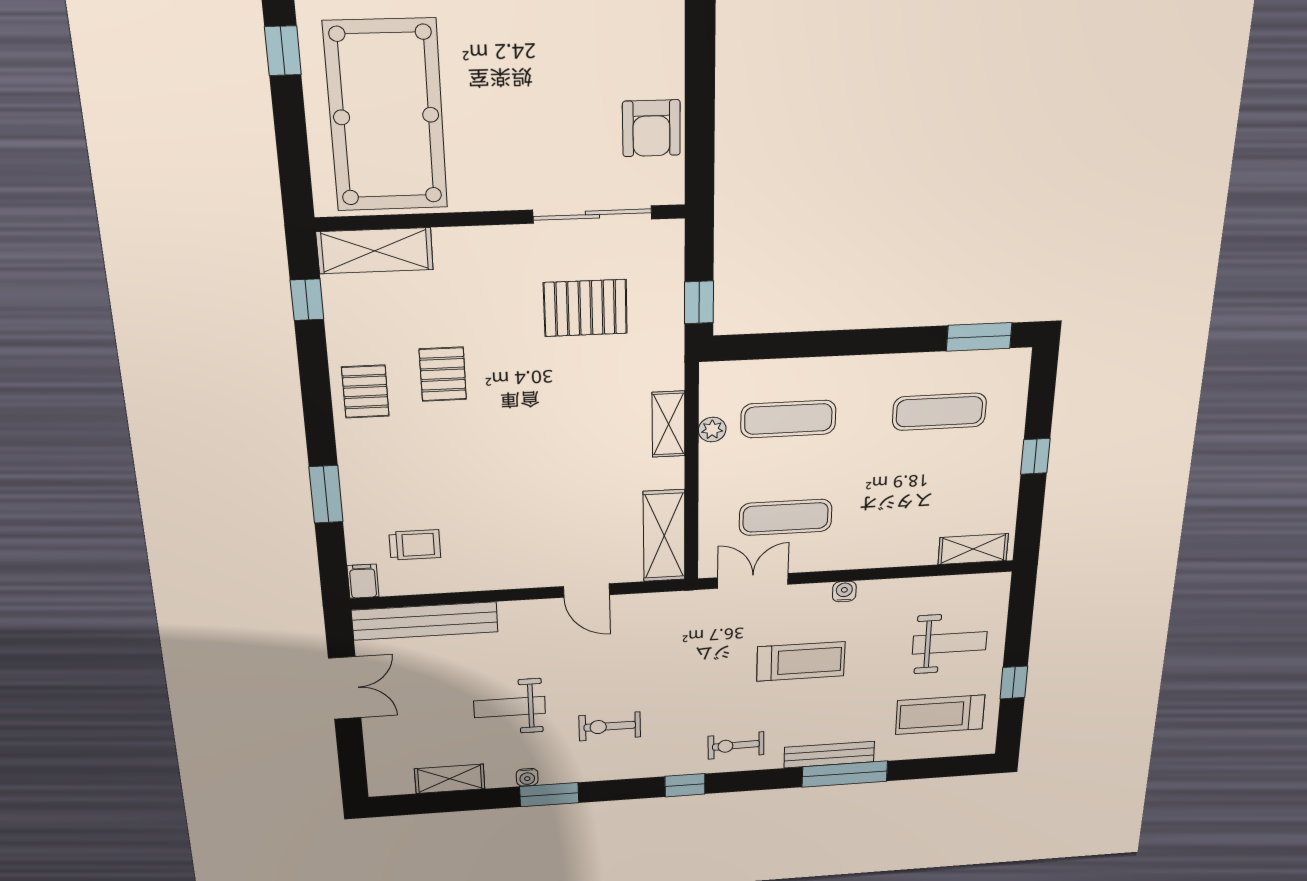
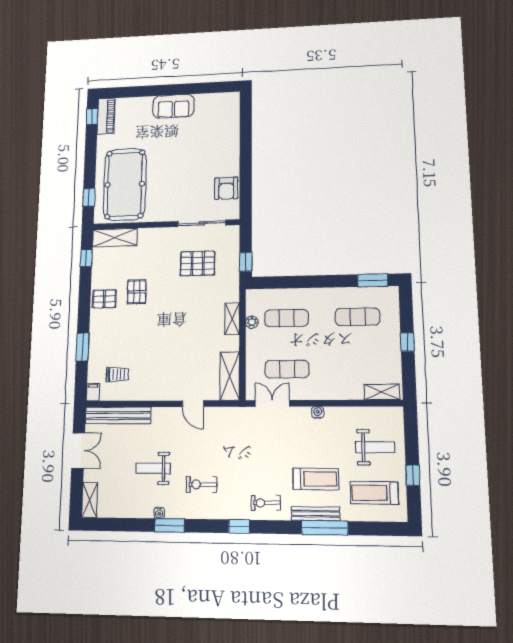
window: (283, 51) -> (89, 197), moved
pallet: (365, 392) -> (104, 299), turned 90
treadmill: (801, 661) -> (316, 479), moved
shelving: (450, 779) -> (90, 500), moved, turned 90

